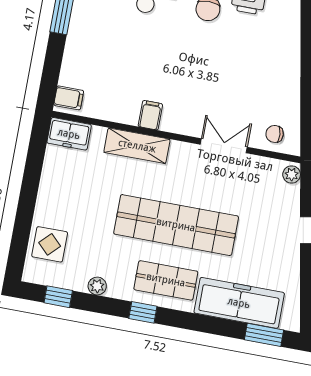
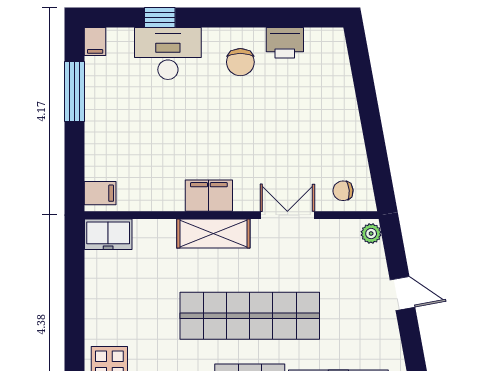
filing cabinet: (150, 115) -> (209, 196), width x2.00
shelving: (137, 146) -> (213, 233), moved

